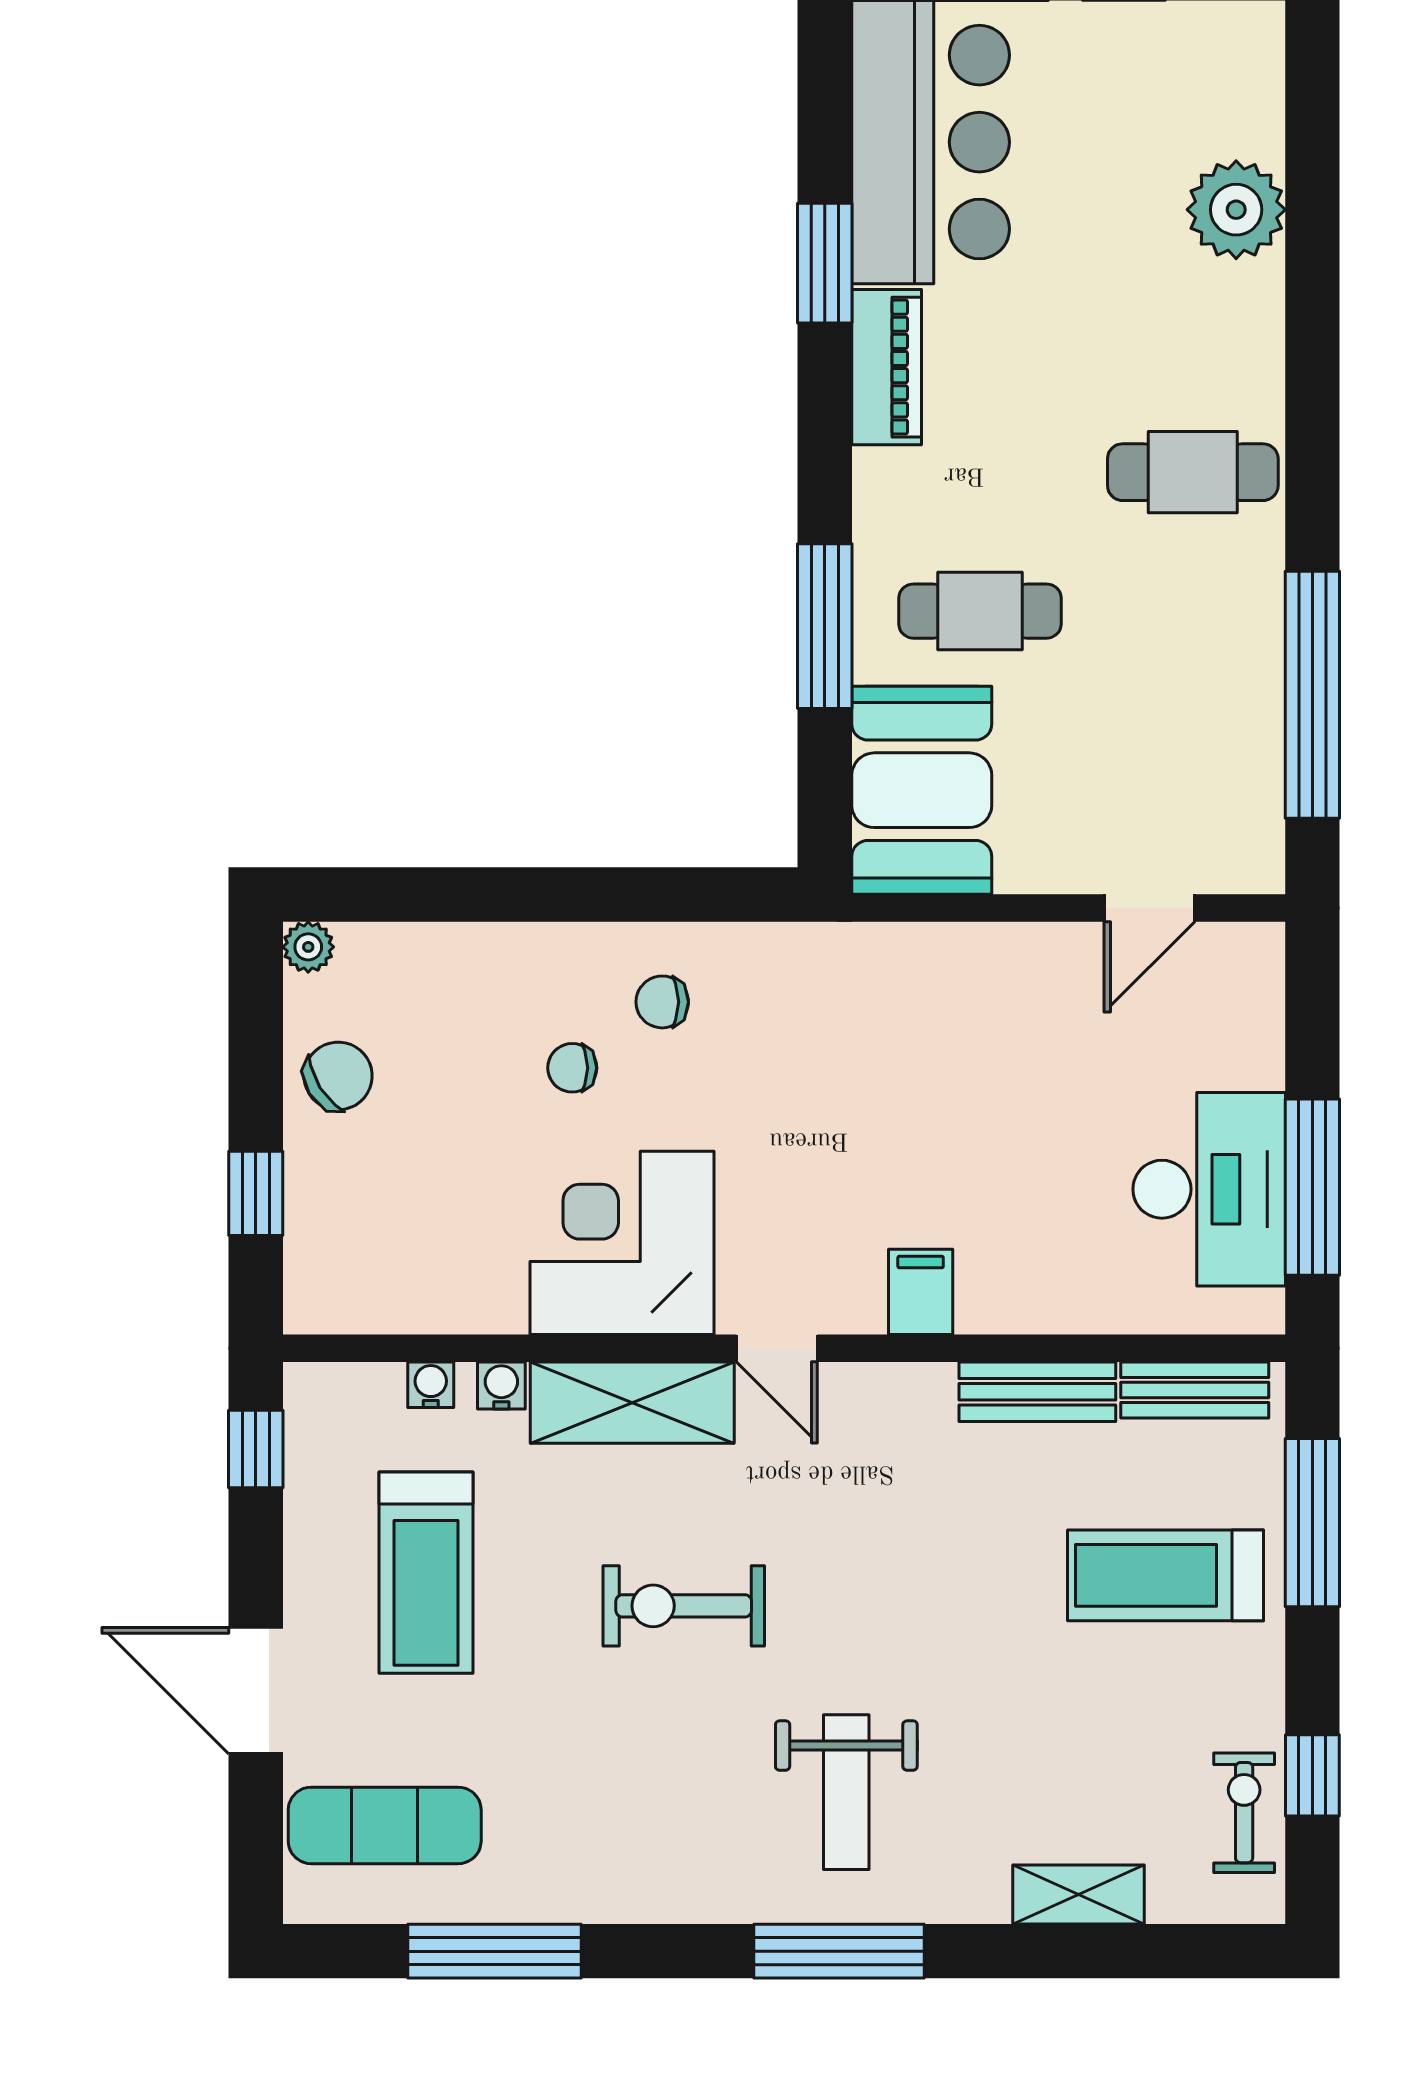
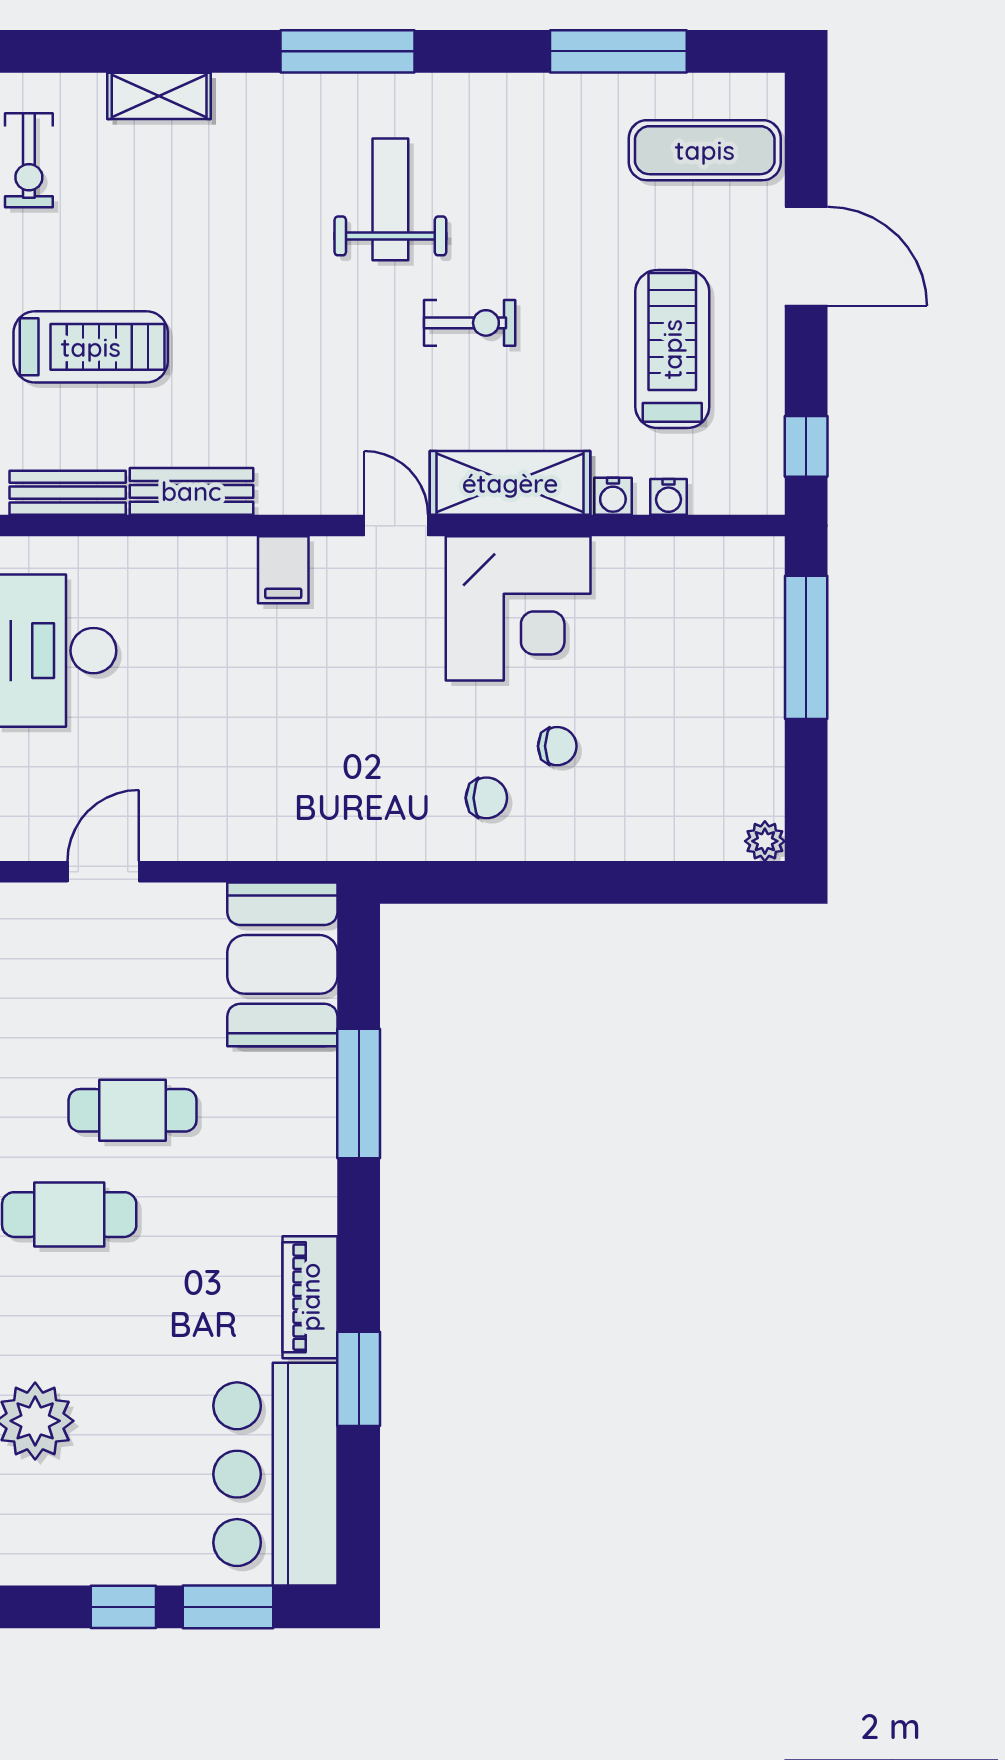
cafe table: (980, 611) -> (133, 1110), moved
chair: (338, 1076) -> (741, 740), removed
window: (256, 1193) -> (806, 647), width x2.17
exercise bike: (684, 1606) -> (470, 323), width x0.73, depth x0.72
weight bench: (846, 1792) -> (390, 199), moved

